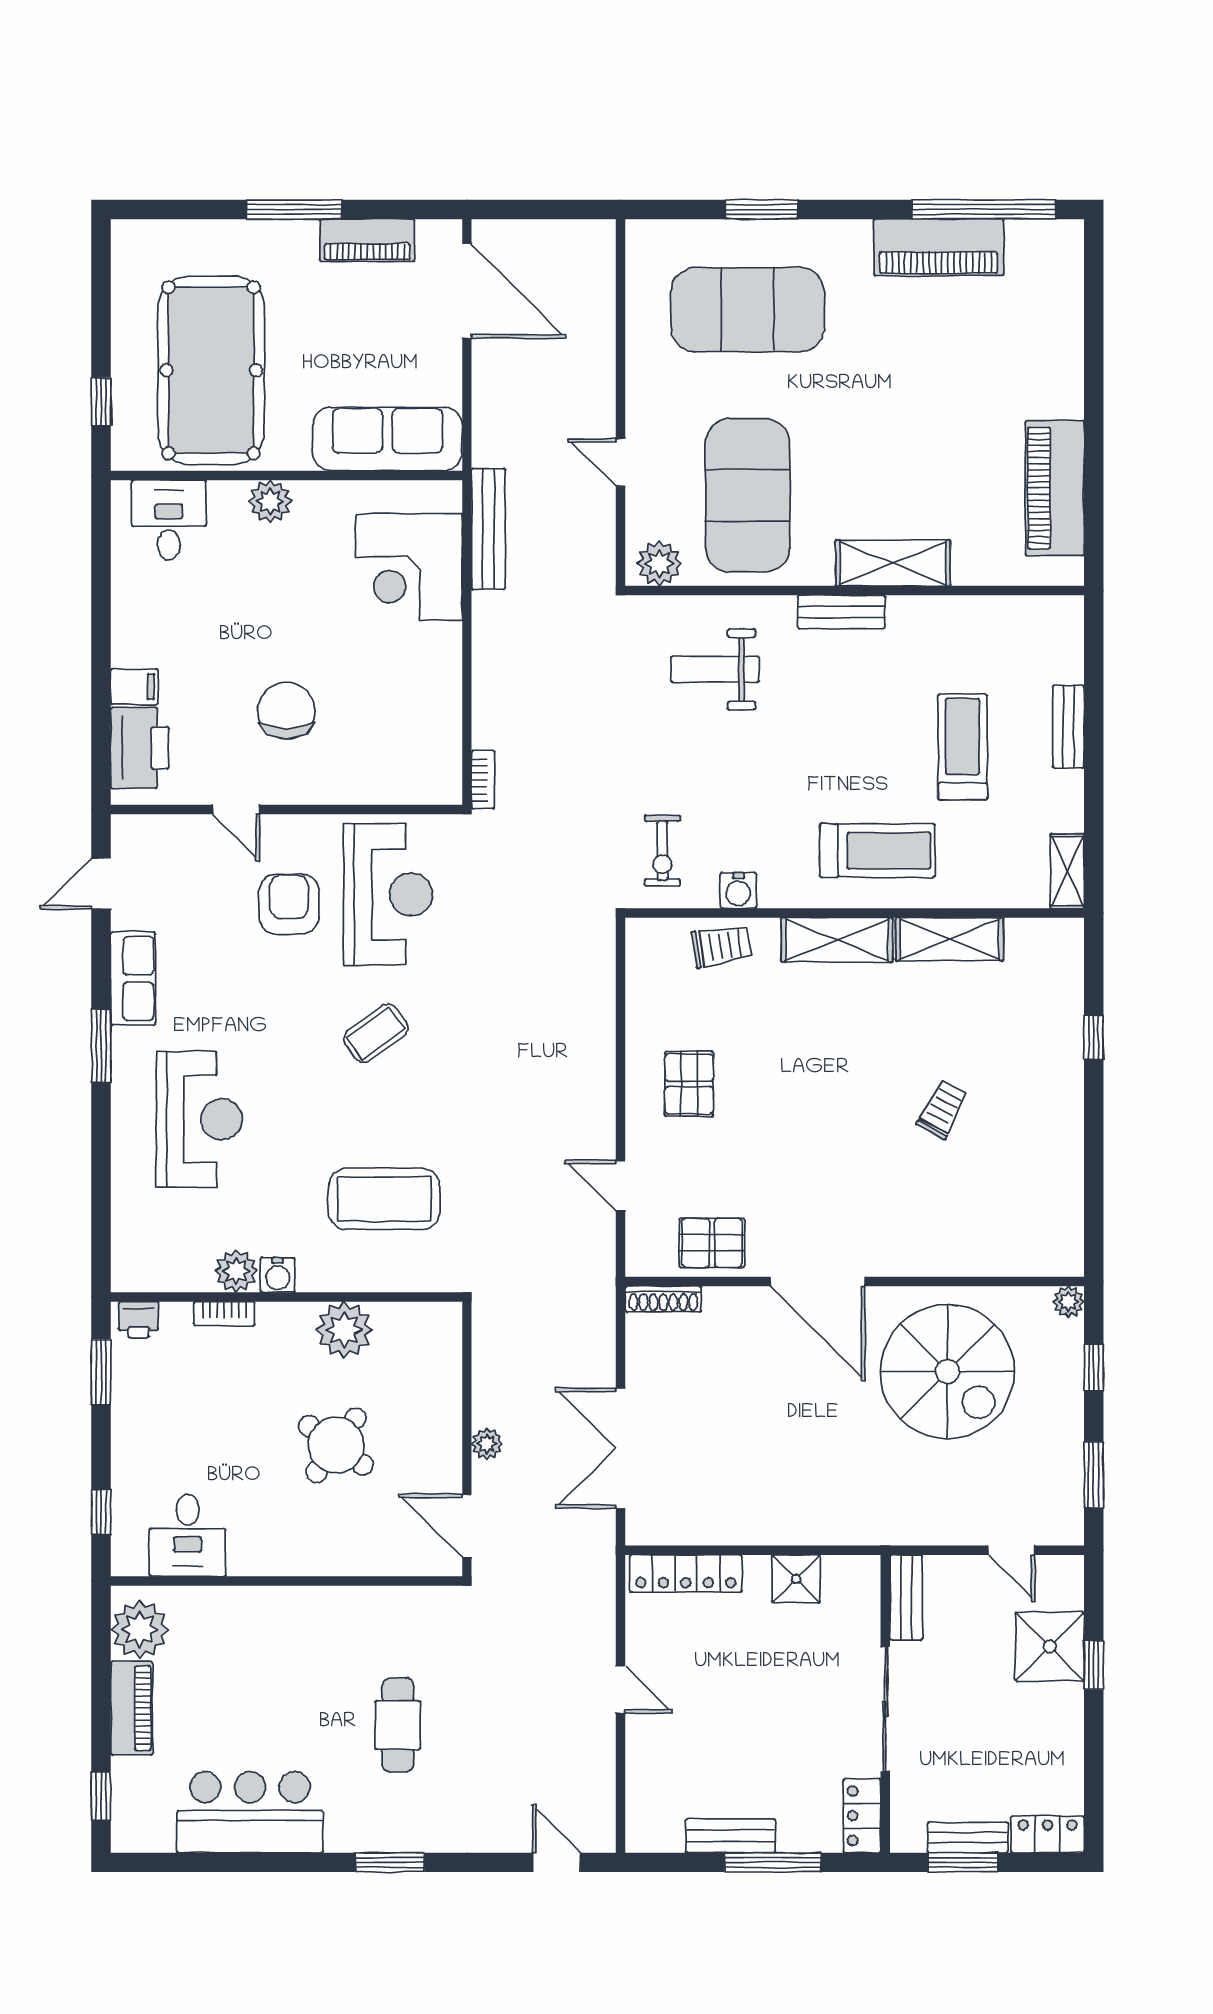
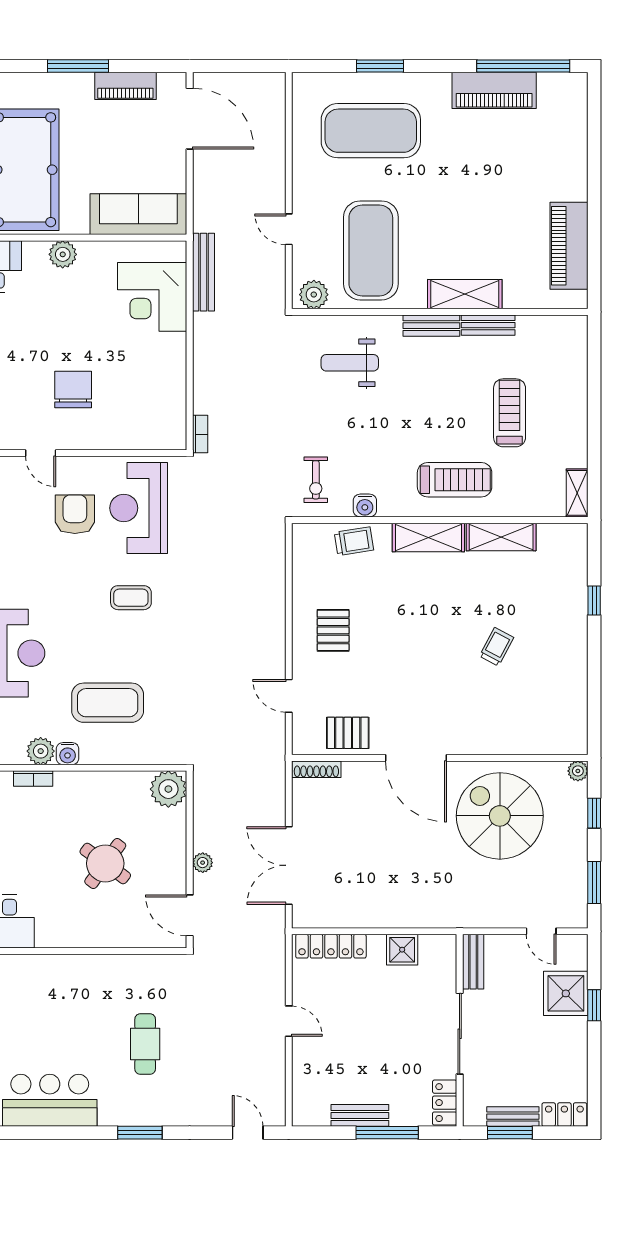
bench: (1068, 726) -> (488, 325), moved, turned 90
reception desk: (388, 894) -> (139, 508), turned 180
coffee table: (376, 1033) -> (131, 598), turned 36
coffee table: (384, 1199) -> (108, 703), moved
plant: (344, 1330) -> (168, 789), moved
spiral stairs: (947, 1372) -> (500, 816), turned 180

